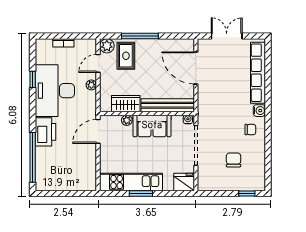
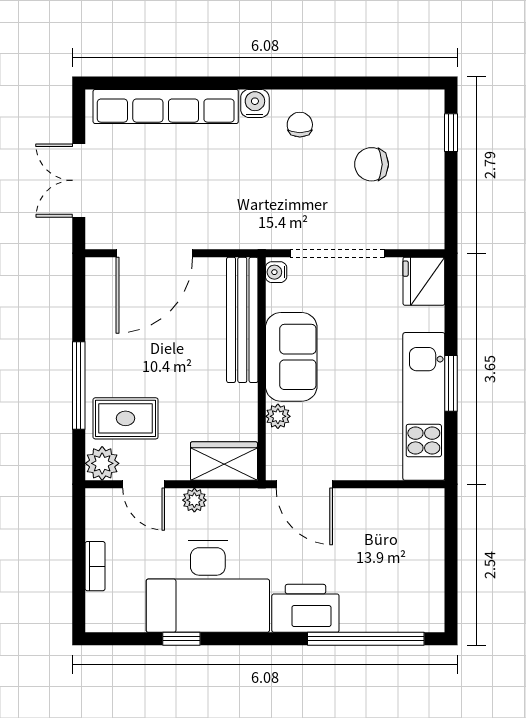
wardrobe: (126, 104) -> (224, 461), moved, turned 90

